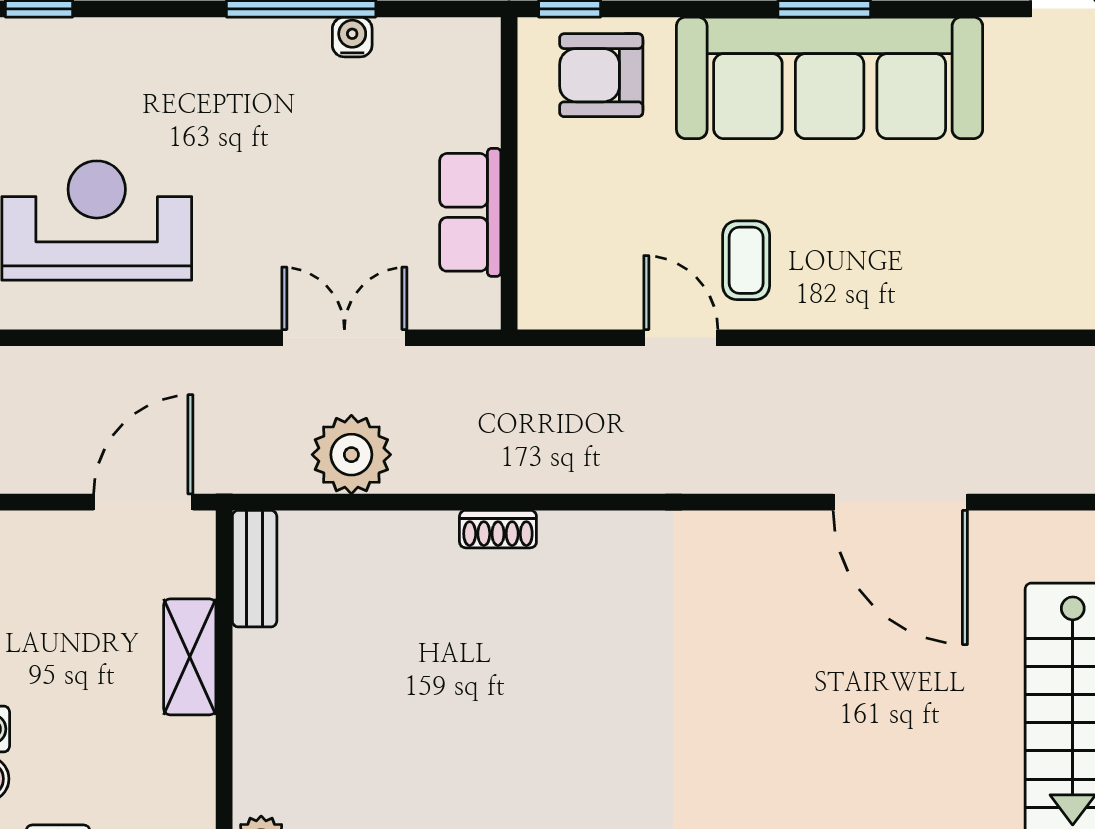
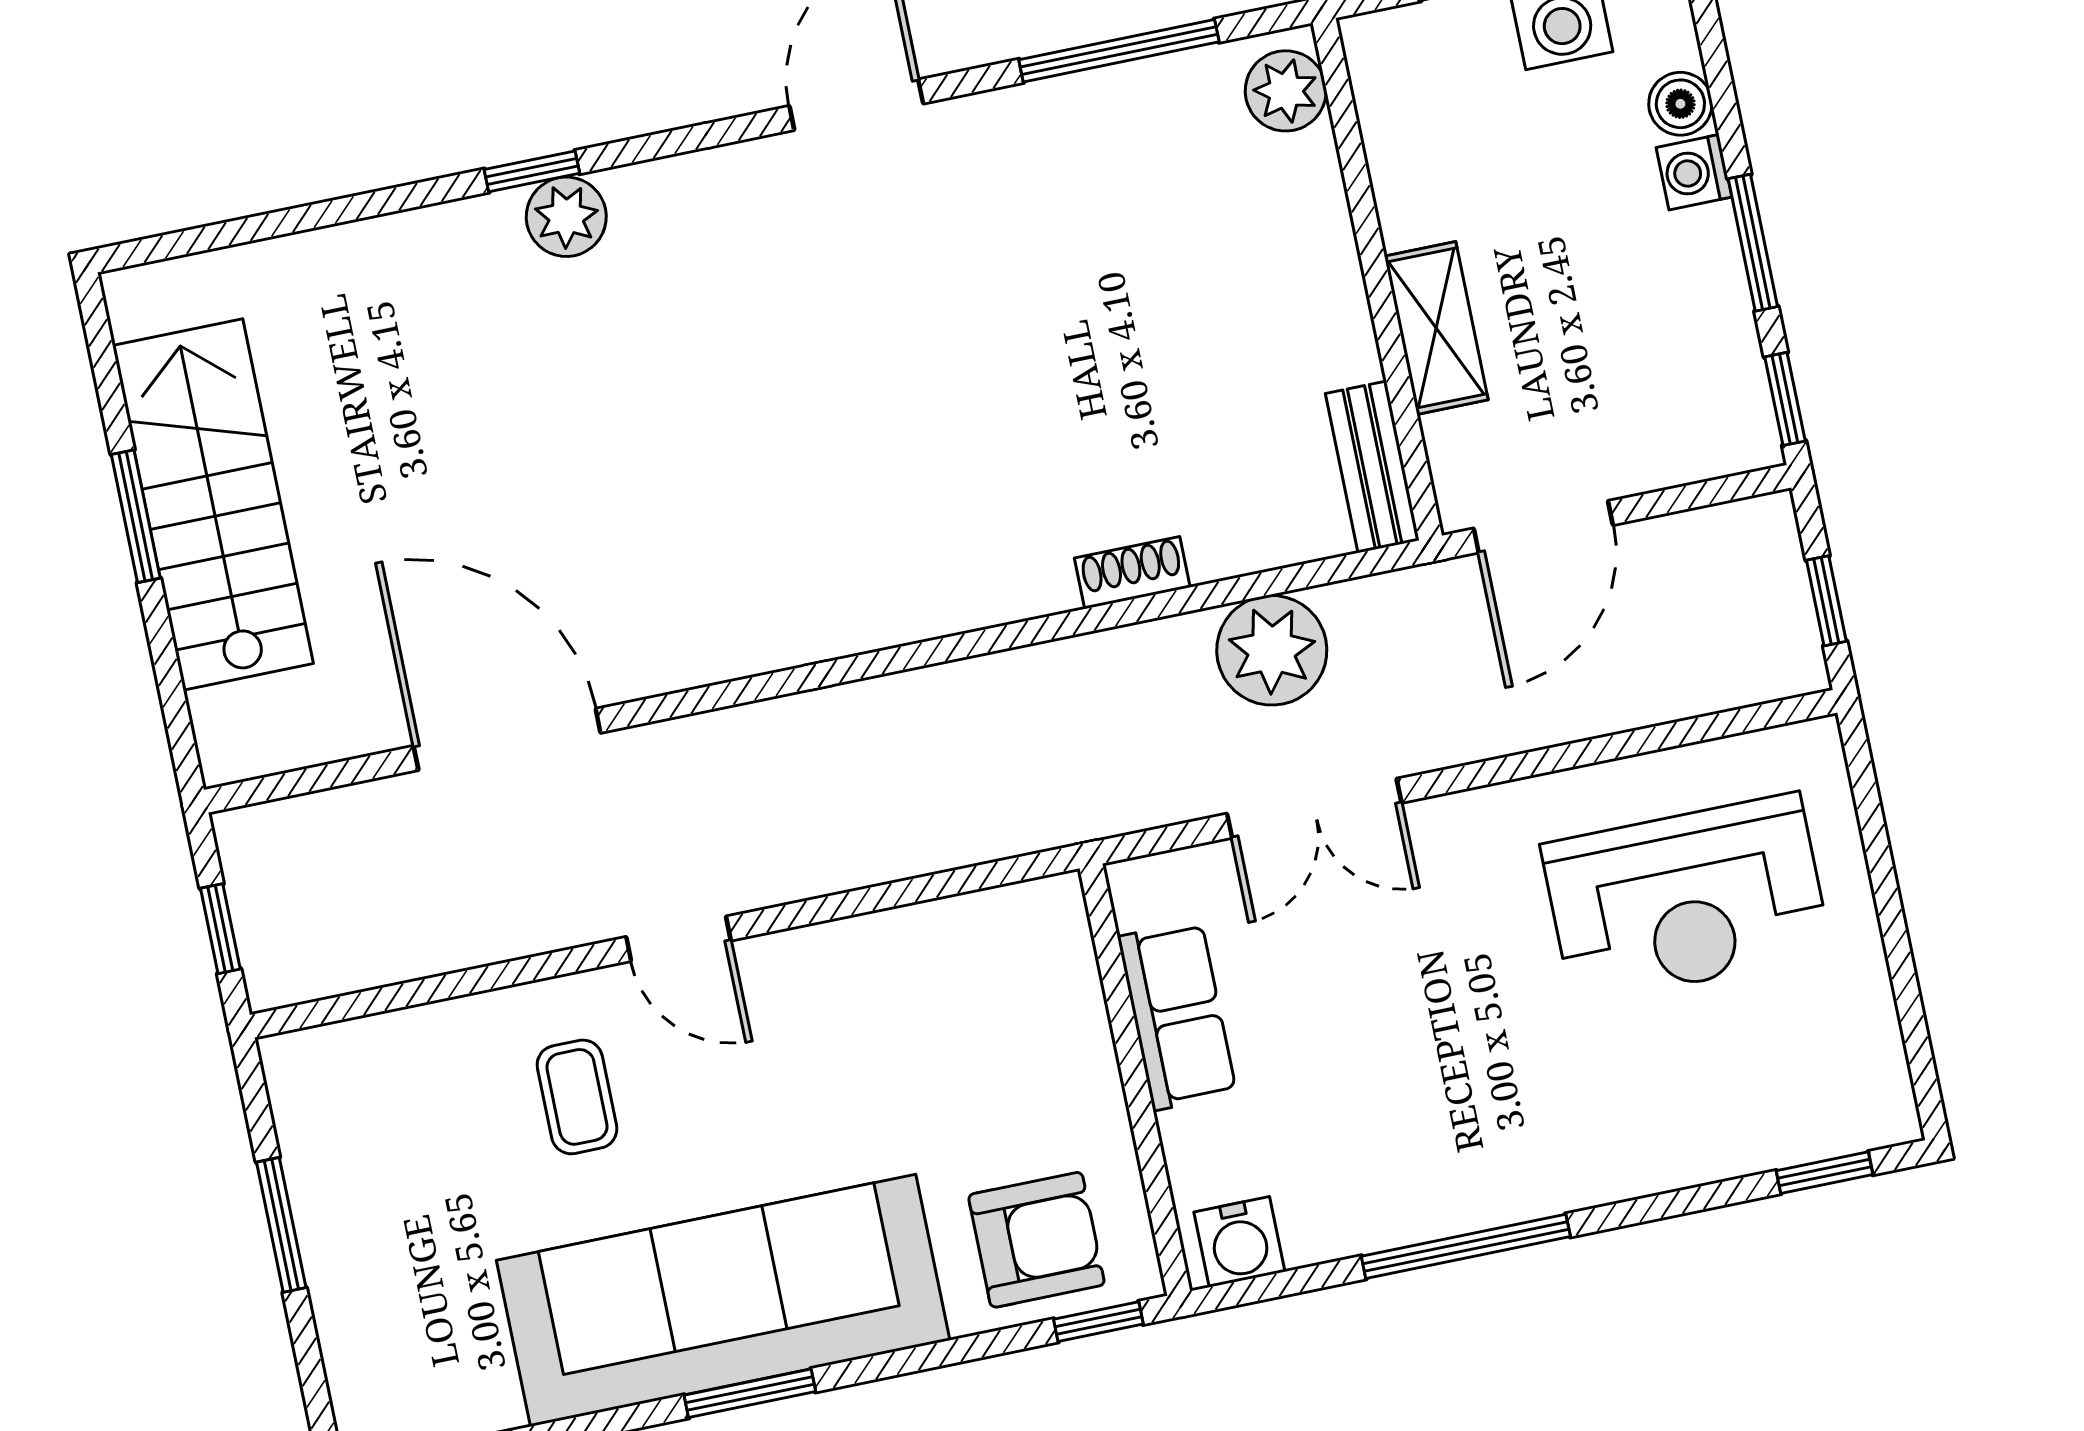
water cooler: (352, 37) -> (1239, 1242), moved, width x1.38, depth x1.38
coffee table: (746, 260) -> (577, 1097), moved
door: (681, 338) -> (679, 939), moved
shoe rack: (498, 529) -> (1132, 573), moved

